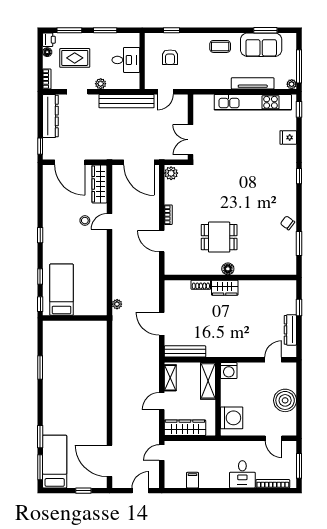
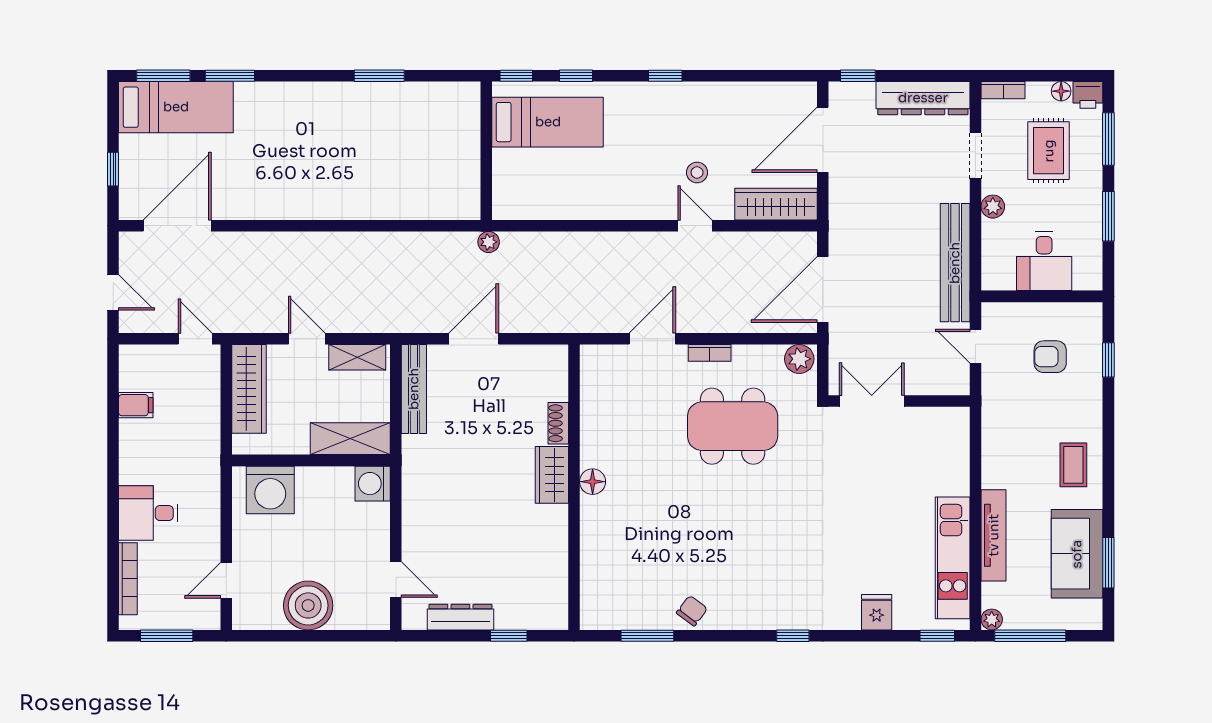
kitchen unit: (253, 102) -> (953, 558), width x0.73
dining table: (219, 237) -> (733, 426), moved, width x1.38
plant: (117, 304) -> (489, 242), moved

